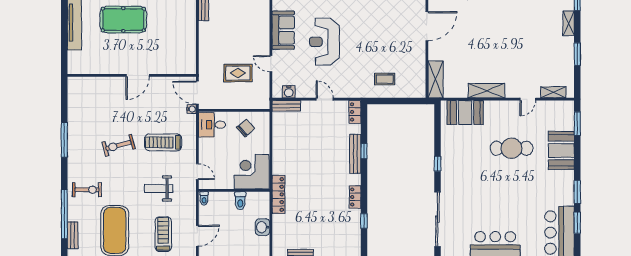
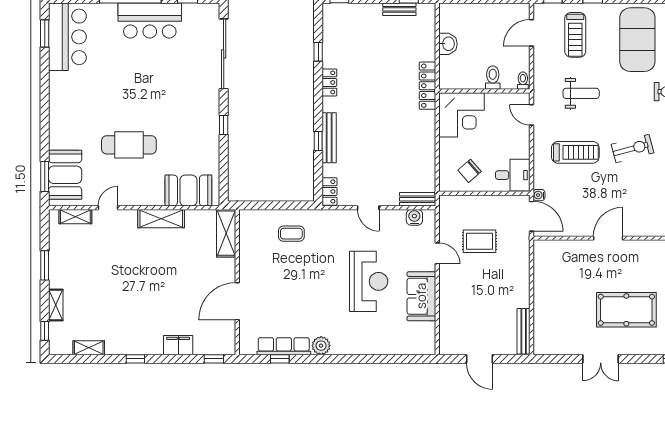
booth: (561, 150) -> (65, 175), moved
window: (577, 192) -> (45, 89), removed
toilet: (240, 201) -> (493, 78), moved
window: (577, 223) -> (45, 34), moved

